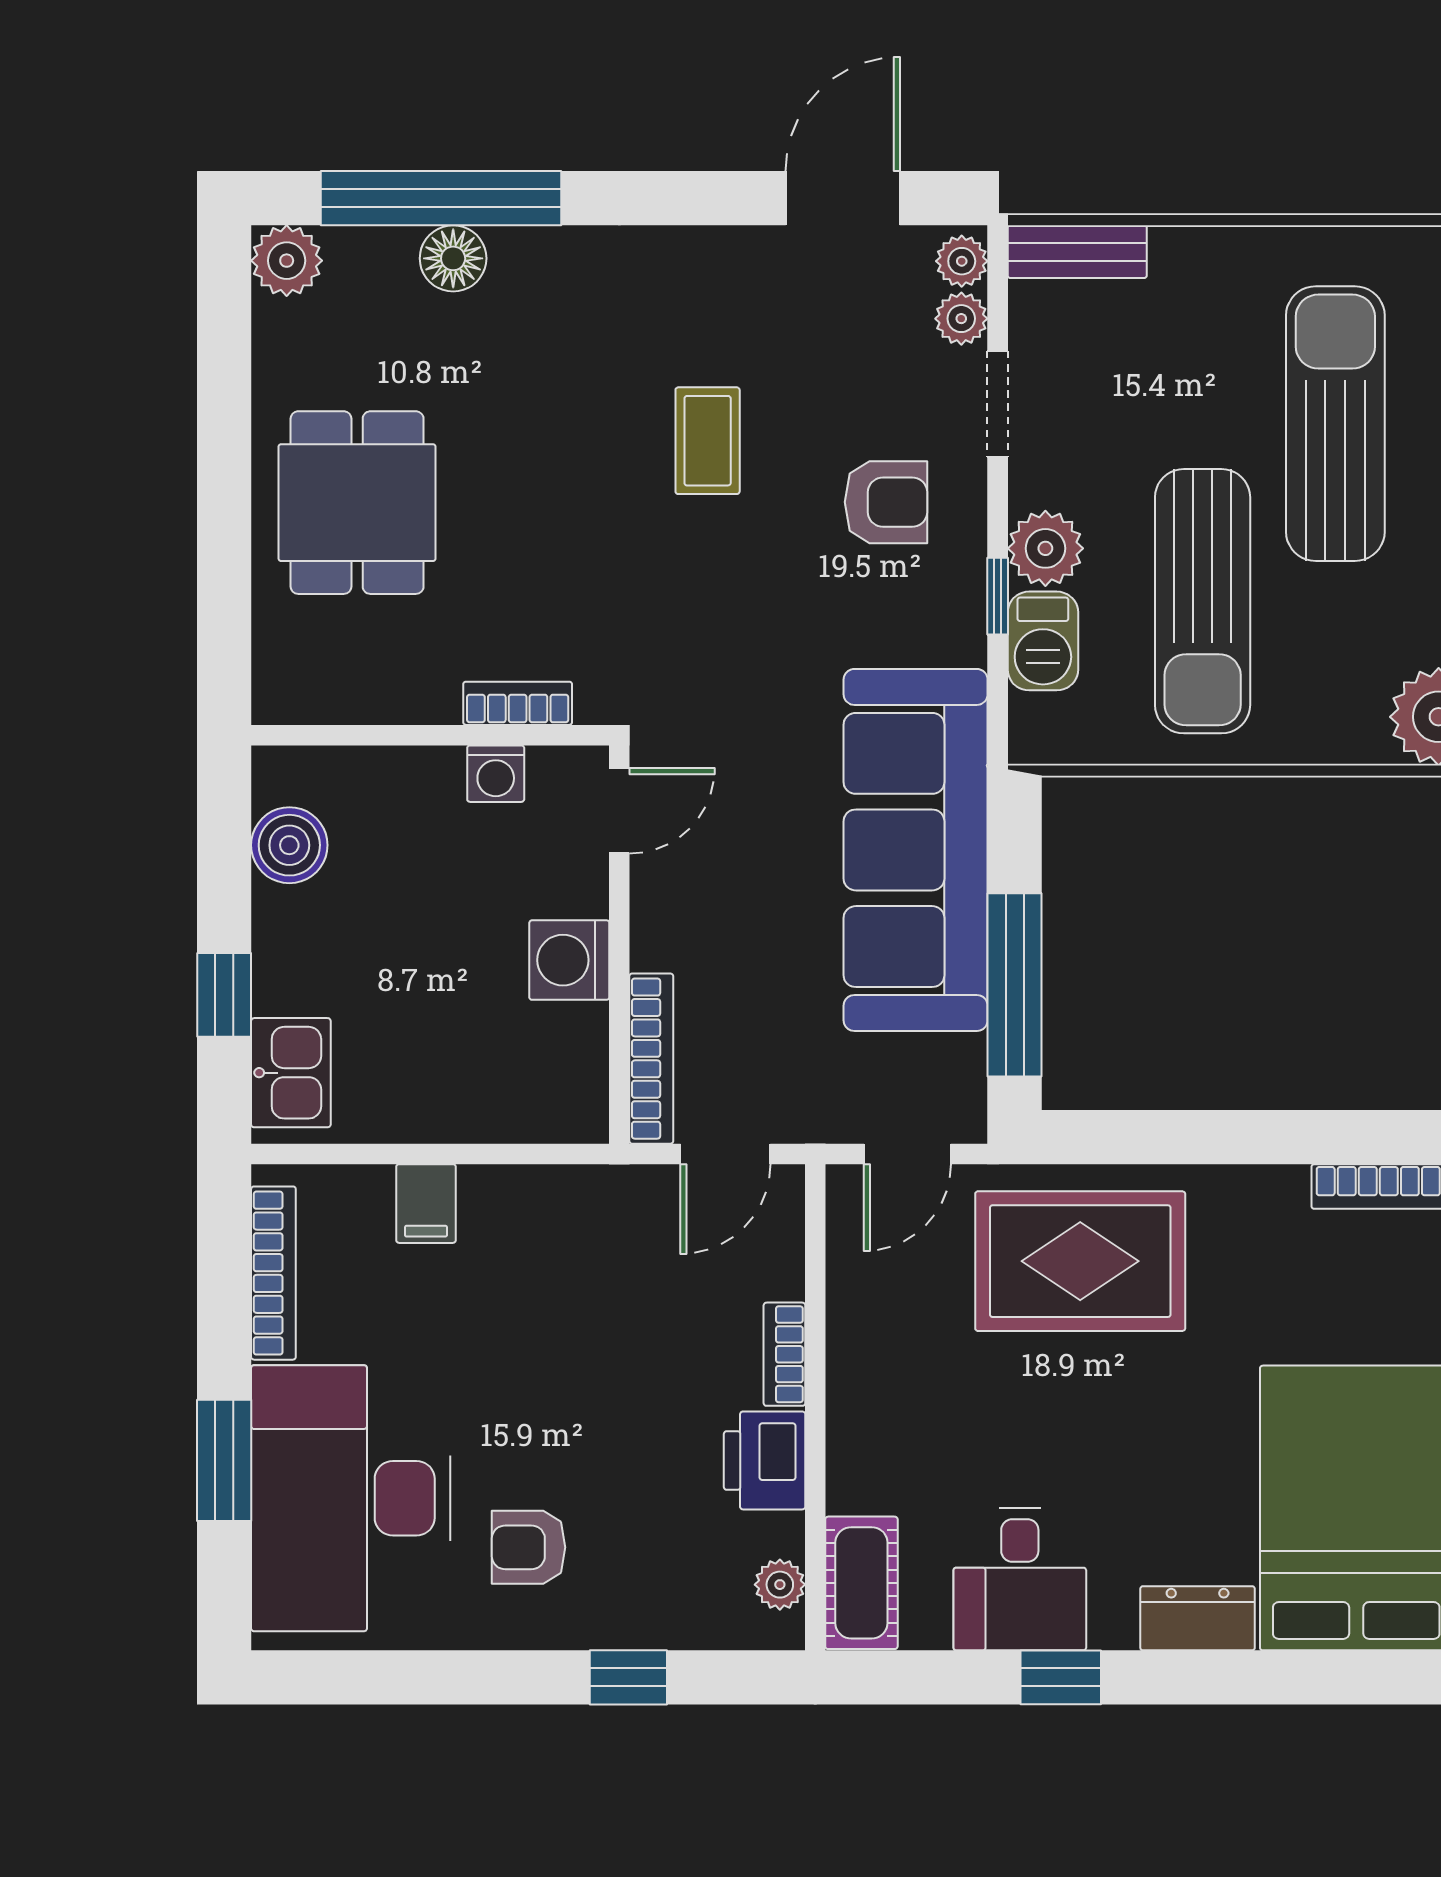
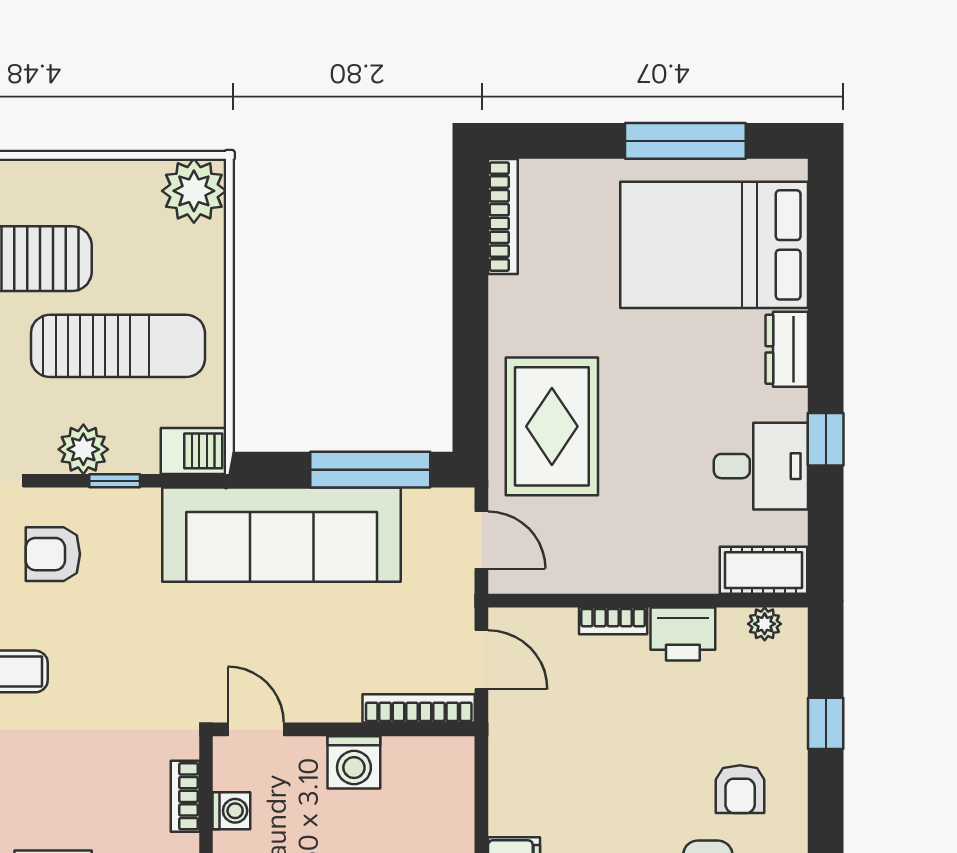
armchair: (886, 502) -> (53, 554), turned -90
barbecue: (1043, 641) -> (193, 451), moved

